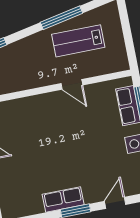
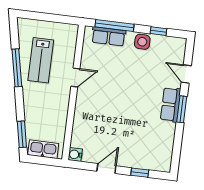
row of seats: (63, 199) -> (171, 105), moved

